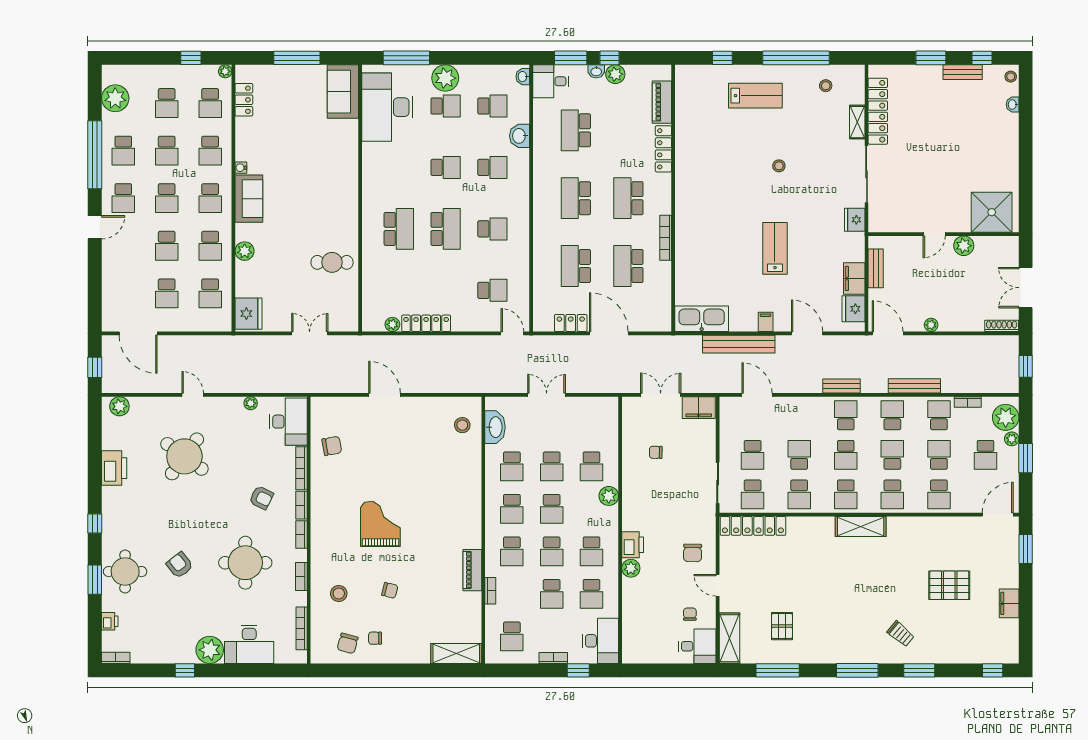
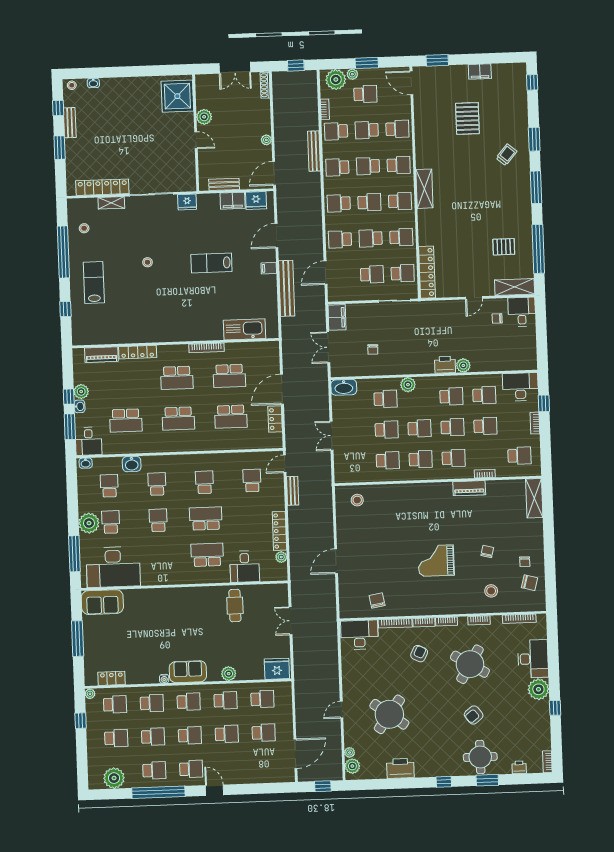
desk: (382, 277) -> (245, 567), added
kitchen sink: (702, 319) -> (244, 329), moved, turned 90
bench: (842, 386) -> (293, 491), moved
plant: (251, 403) -> (350, 752), moved
school desk: (799, 415) -> (340, 239), added
washbasin: (495, 427) -> (344, 387), moved, turned 180
chair: (693, 553) -> (450, 318), removed
round table: (245, 563) -> (470, 664), turned 31
window: (778, 670) -> (538, 249), width x1.46

